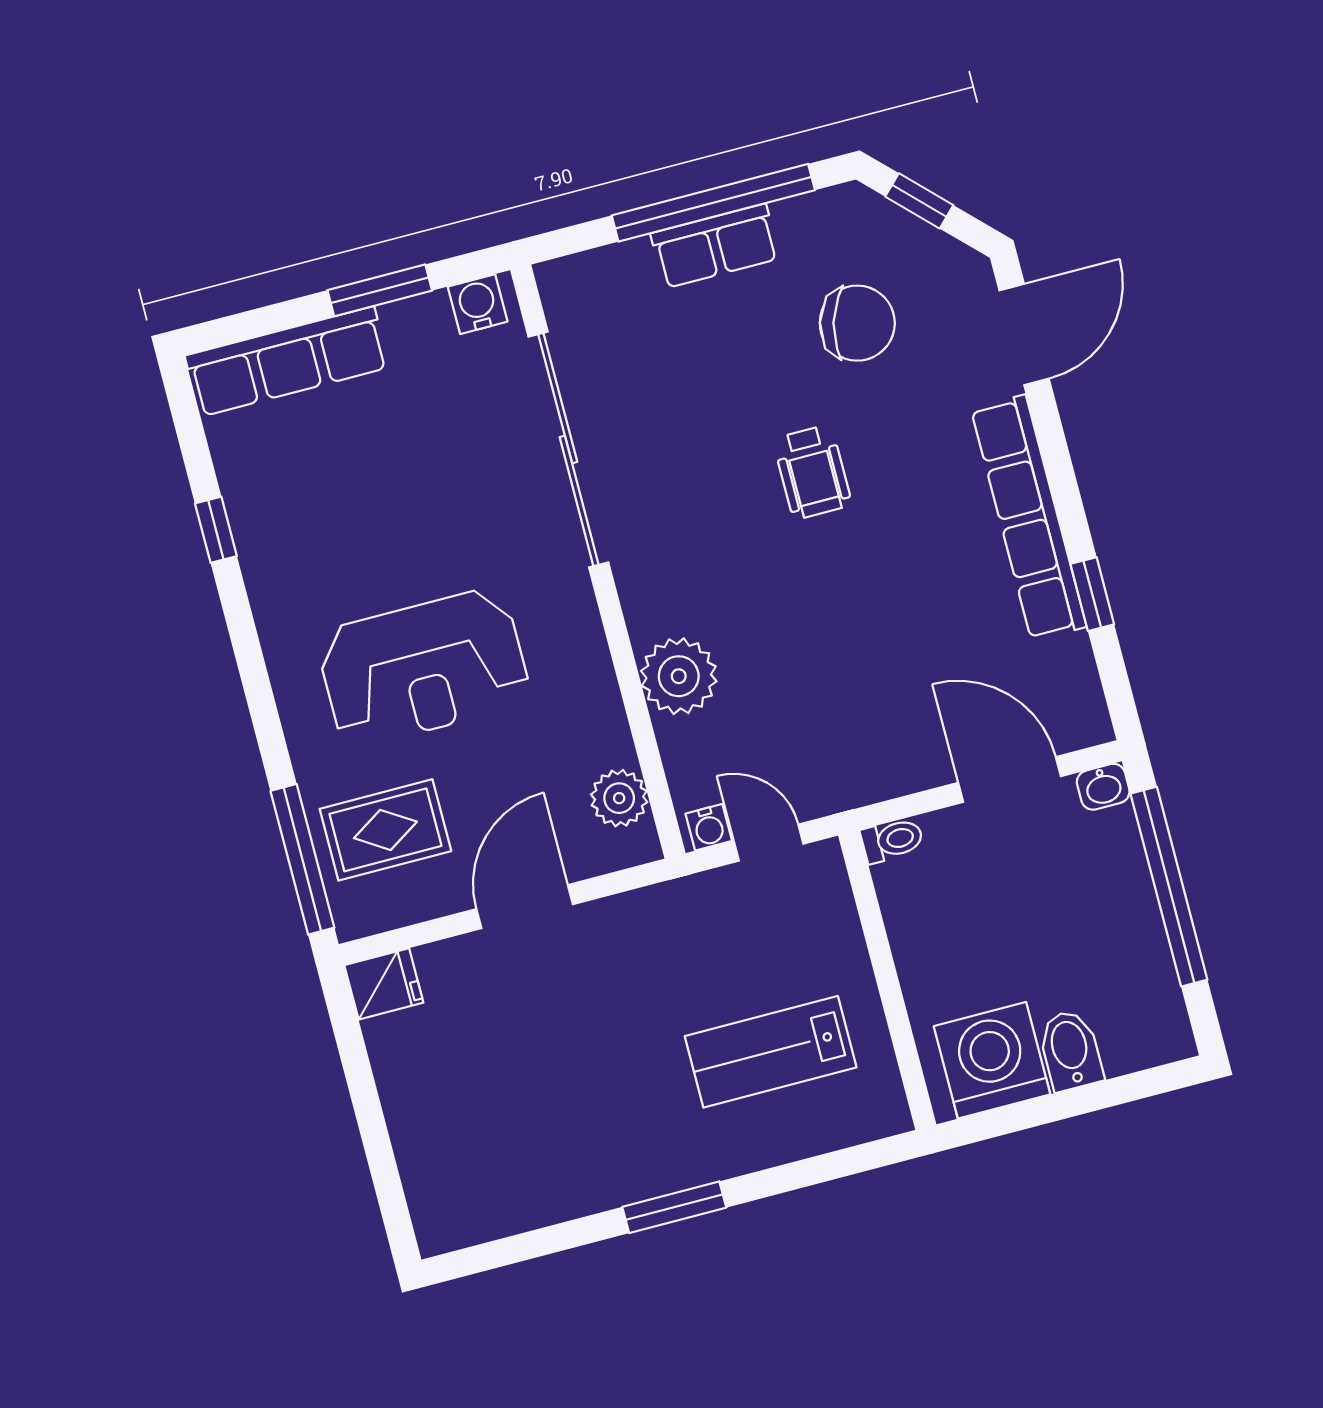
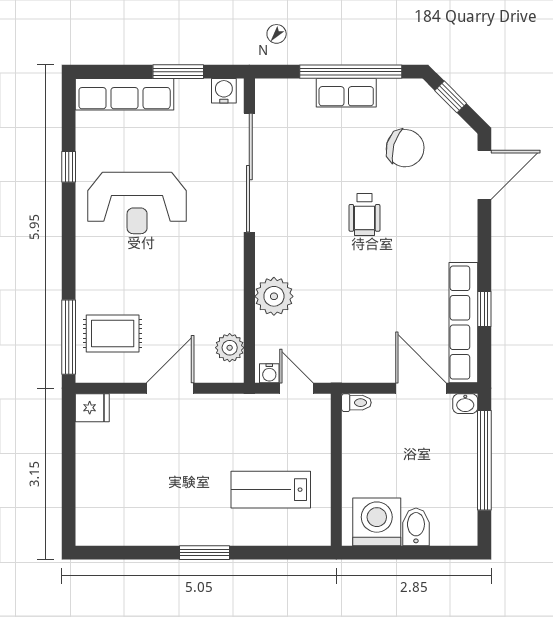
row of seats: (1029, 518) -> (463, 323), moved
reception desk: (423, 668) -> (137, 203), moved

